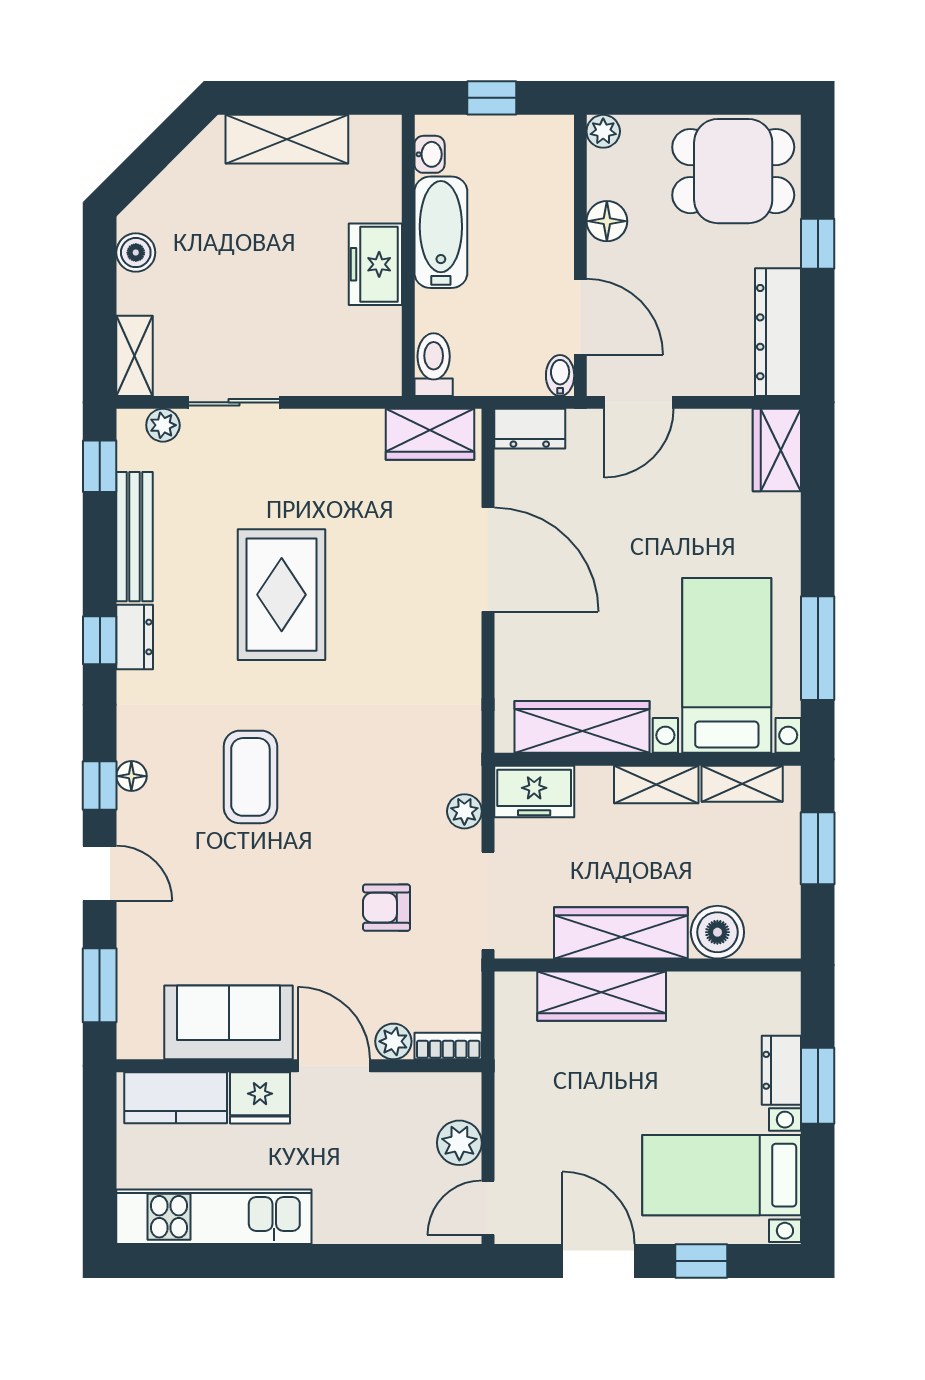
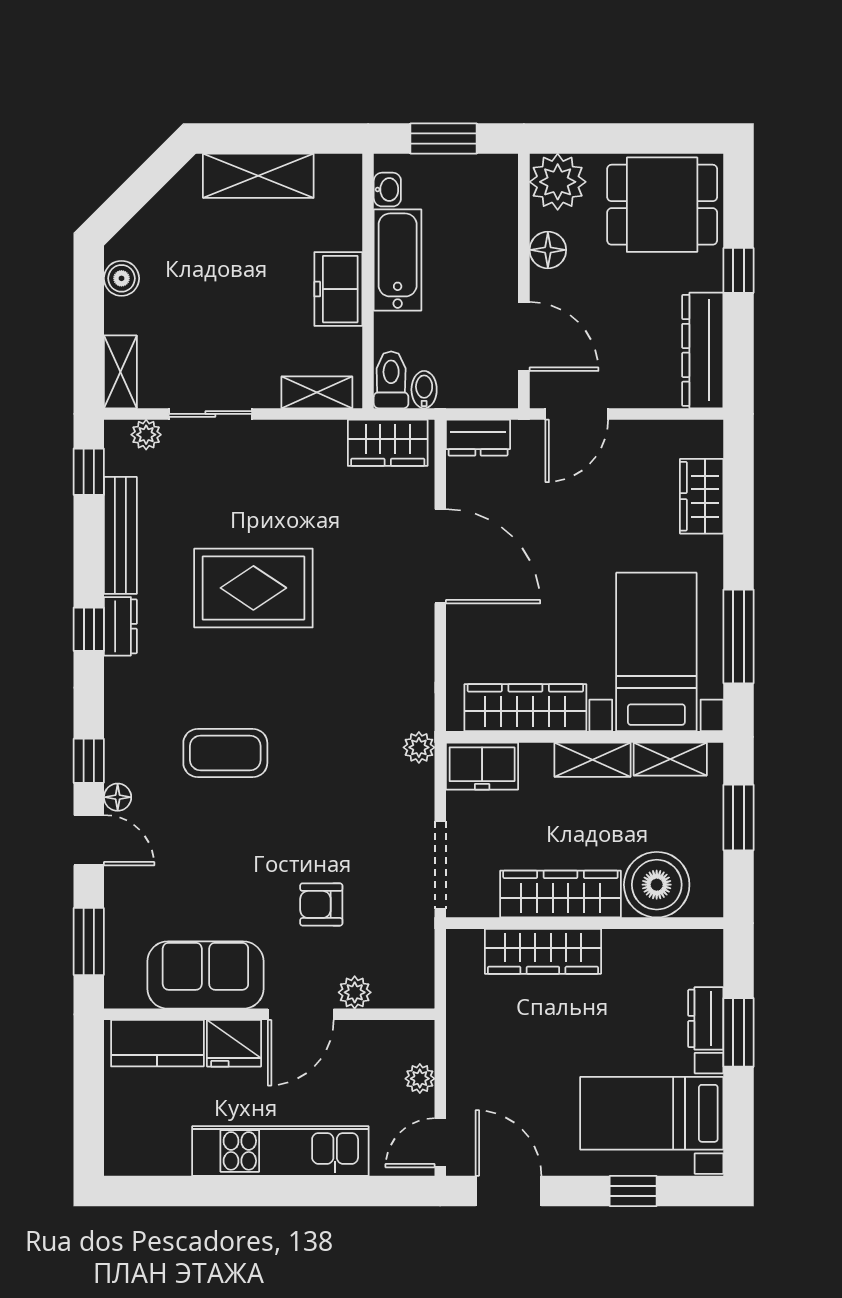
window: (492, 98) -> (444, 138), width x1.50
plant: (603, 131) -> (558, 182), width x1.87, depth x1.87
bidet: (560, 375) -> (424, 390), moved
shelving: (352, 378) -> (317, 392), added
wardrobe: (777, 450) -> (702, 496), moved
rug: (282, 595) -> (253, 588), turned 90
floor lamp: (131, 776) -> (118, 797), moved
coffee table: (250, 777) -> (225, 753), turned 90
plant: (464, 811) -> (419, 747), moved
armchair: (386, 908) -> (321, 904), moved
boiler: (717, 932) -> (657, 885), width x1.37, depth x1.37
bookcase: (448, 1046) -> (404, 996), removed
door: (334, 1066) -> (301, 1014), swing flipped
plant: (459, 1143) -> (420, 1079), width x0.73, depth x0.73
kitchen unit: (214, 1217) -> (280, 1151), moved
door: (598, 1261) -> (508, 1191), moved

